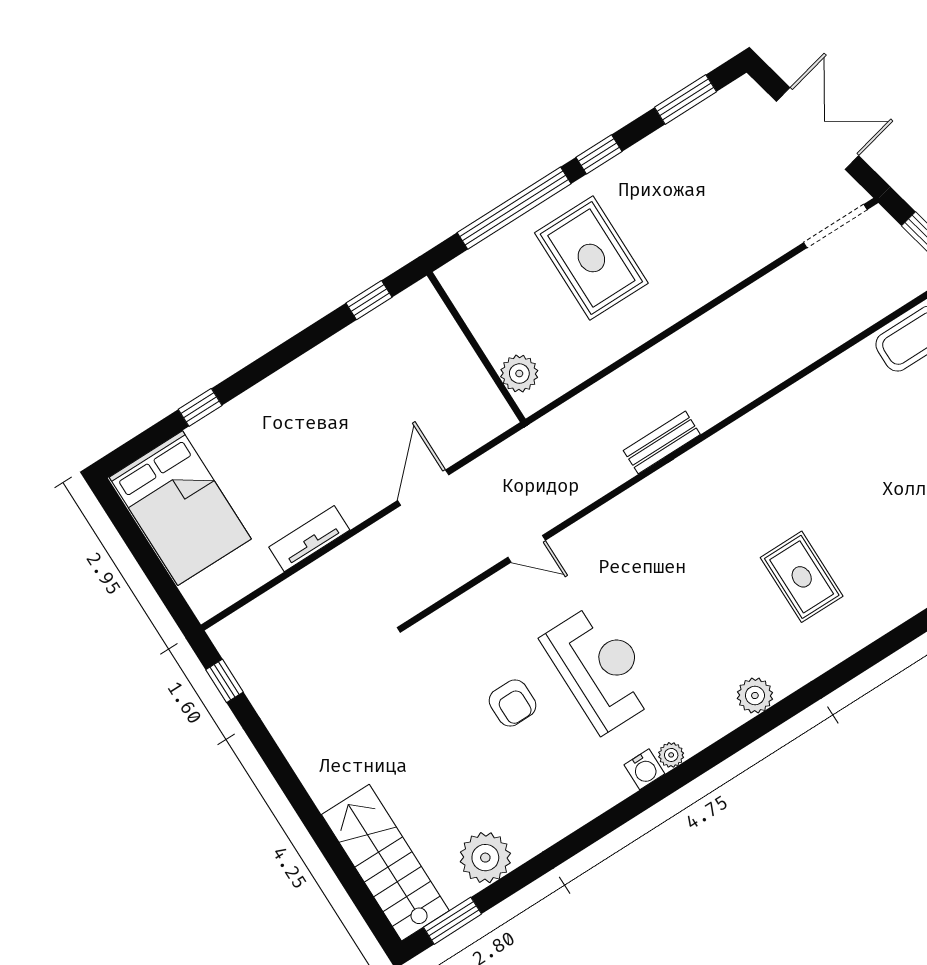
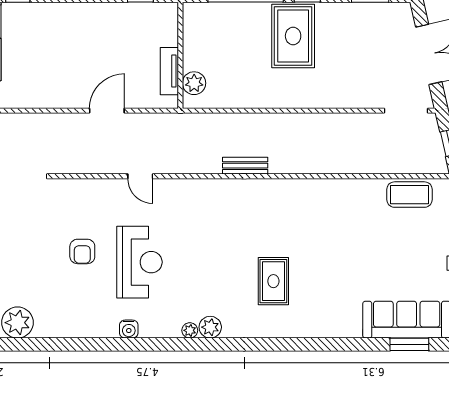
rug: (591, 258) -> (293, 36), moved
tv unit: (309, 539) -> (169, 71), moved, turned -90
plant: (671, 755) -> (190, 330), moved

